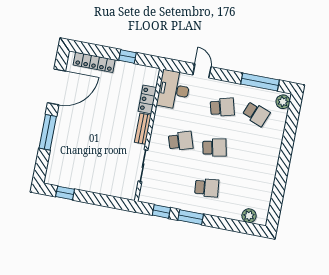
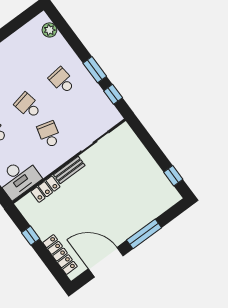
school desk: (181, 141) -> (49, 134), turned 33

